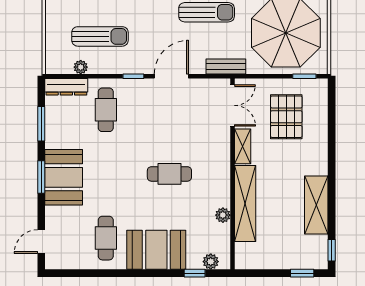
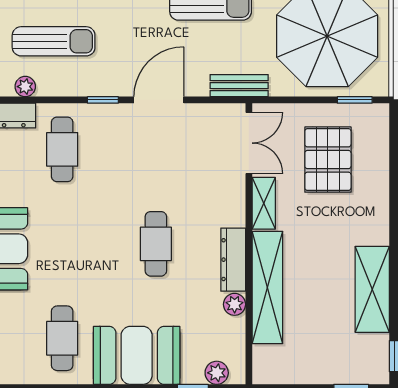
cafe table: (169, 174) -> (156, 244), turned 90
dresser: (222, 185) -> (233, 260), added

